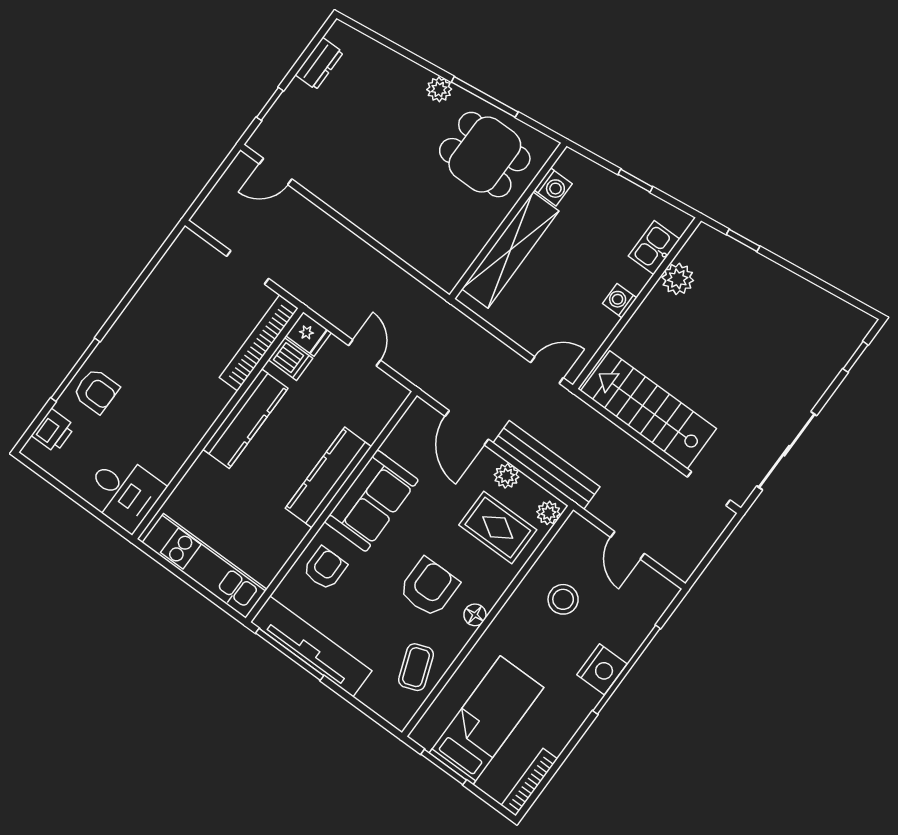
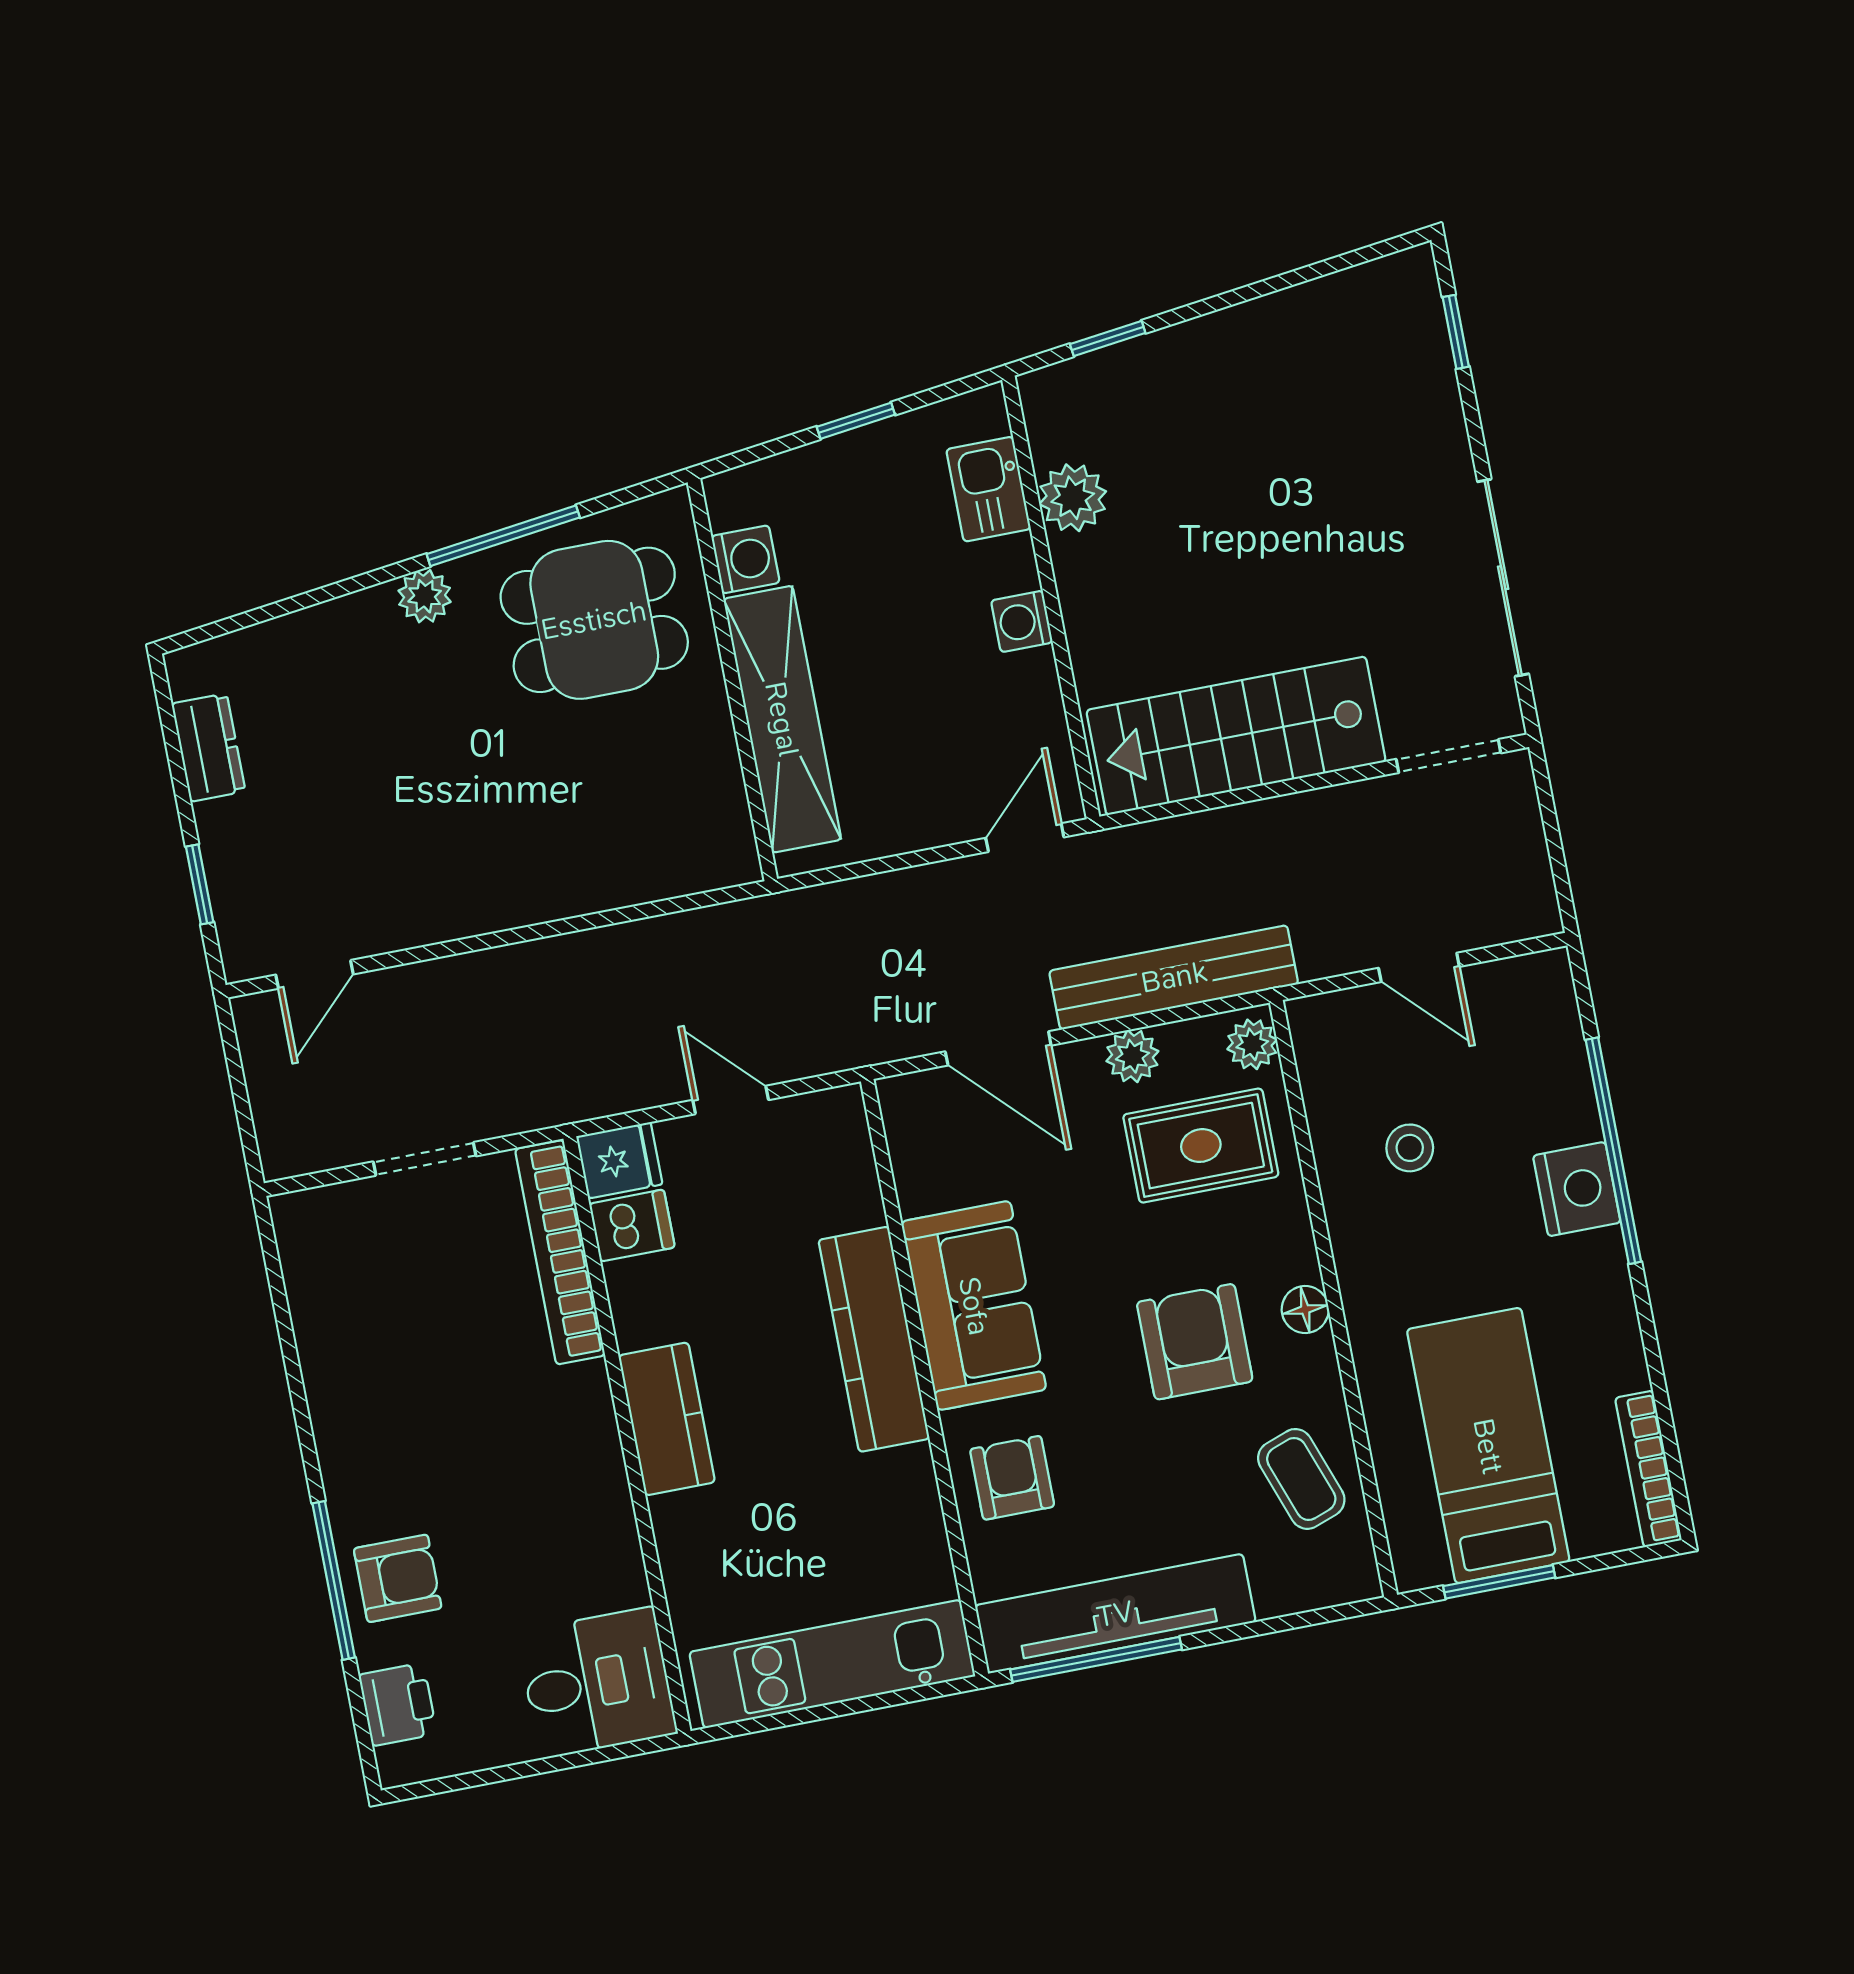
kitchen counter: (245, 419) -> (667, 1419), width x0.67
stool: (563, 599) -> (1410, 1148), width x0.73, depth x0.73

